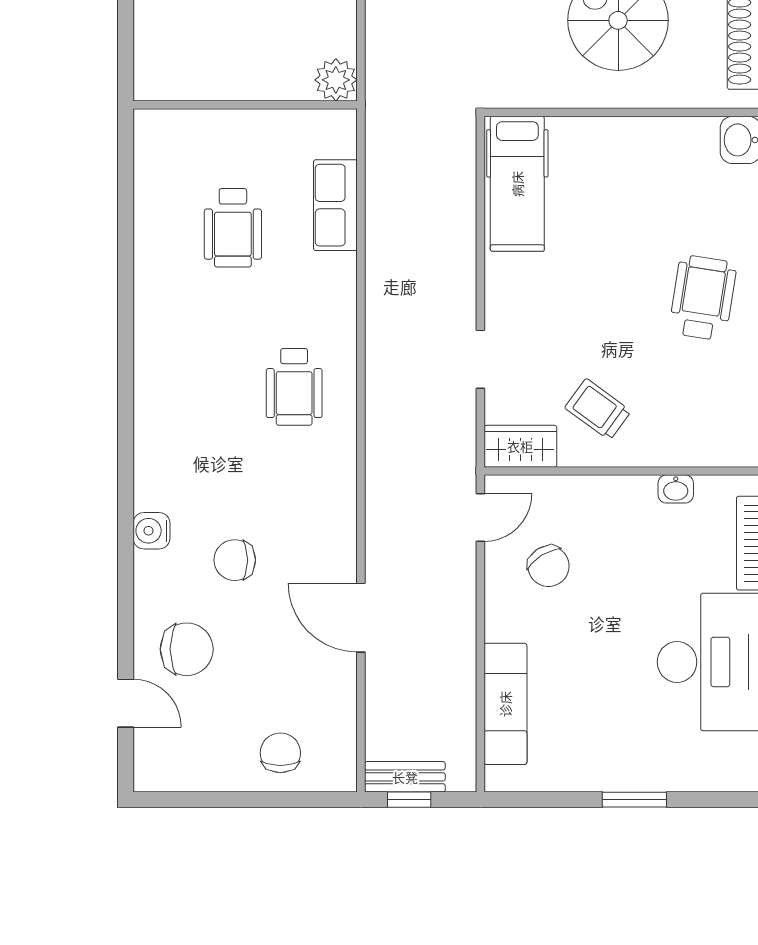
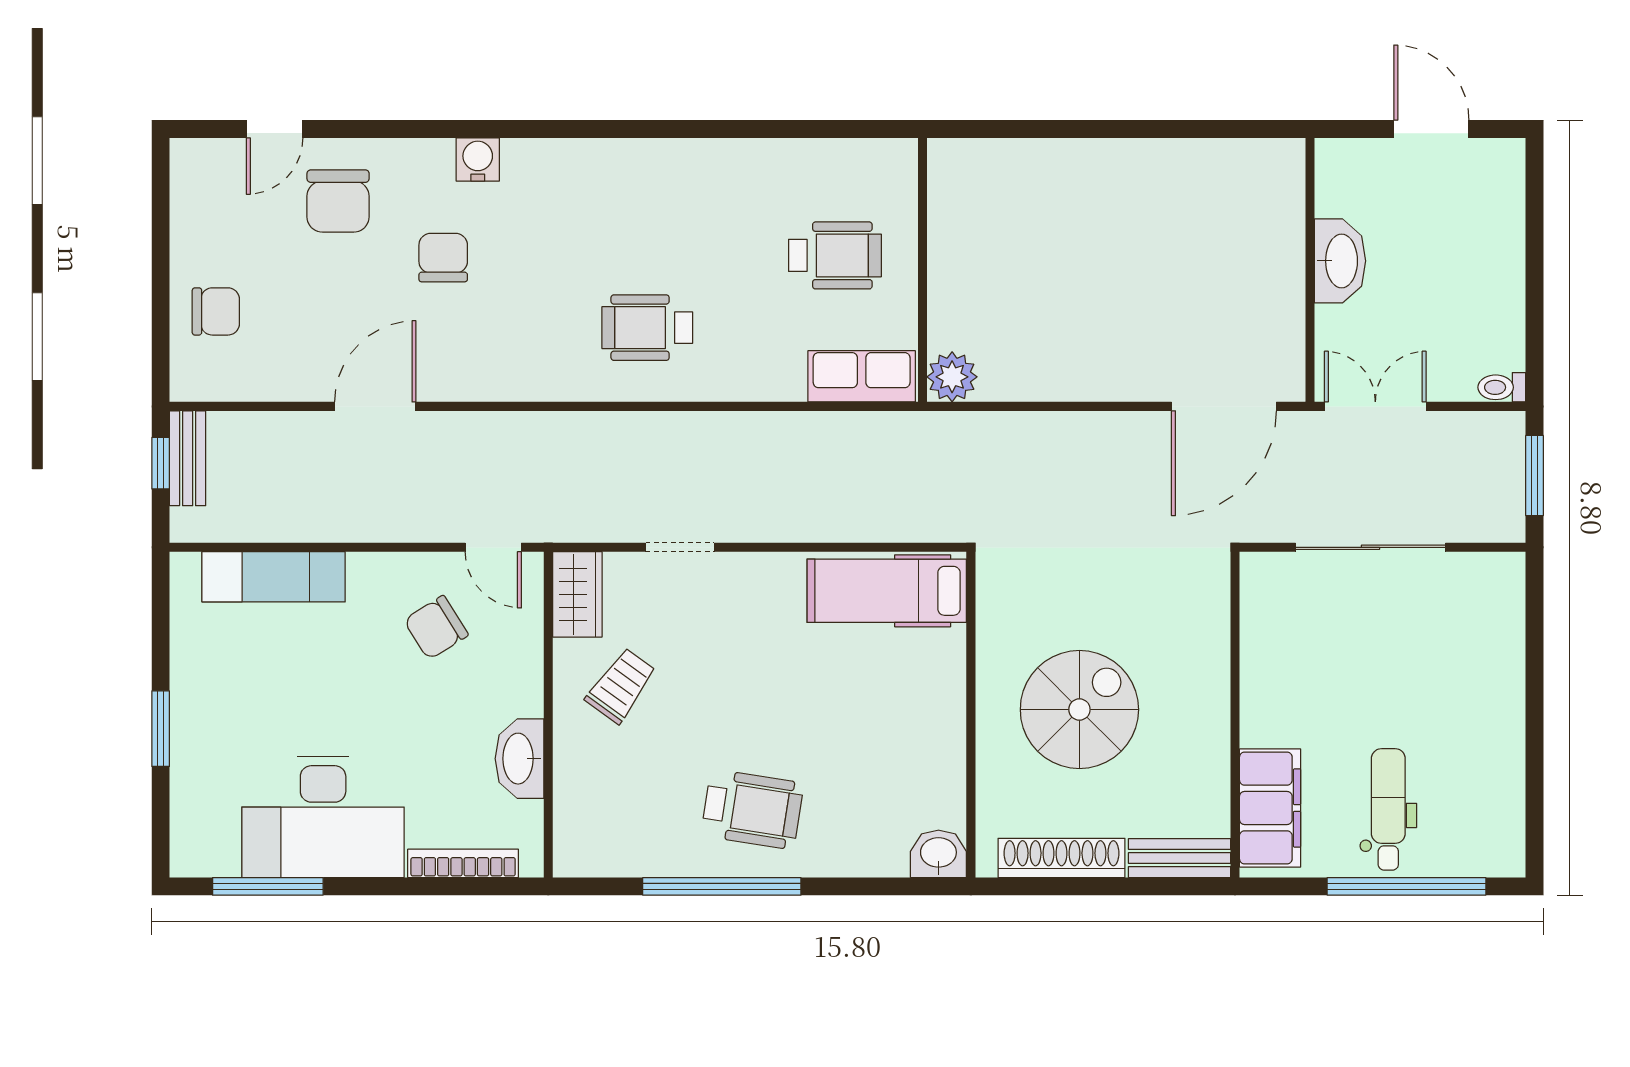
plant: (336, 80) -> (952, 377), moved
wall: (245, 105) -> (922, 270), moved
wheelchair: (233, 228) -> (835, 255), turned 180
washbasin: (676, 489) -> (519, 759), width x1.91, depth x1.45

